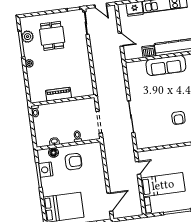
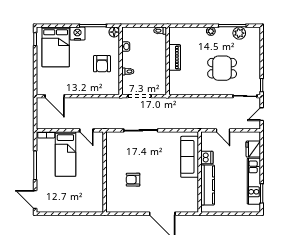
dining table: (52, 36) -> (222, 68), moved
door: (121, 40) -> (223, 130), hinge flipped
sofa: (166, 66) -> (190, 157), moved
floor lamp: (54, 153) -> (114, 32), moved
nightstand: (46, 170) -> (77, 34), moved

